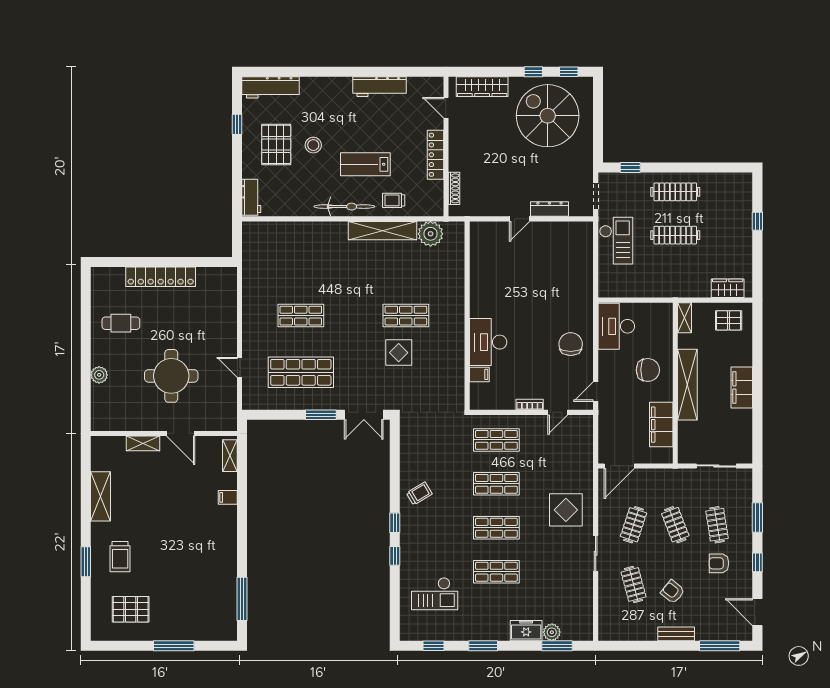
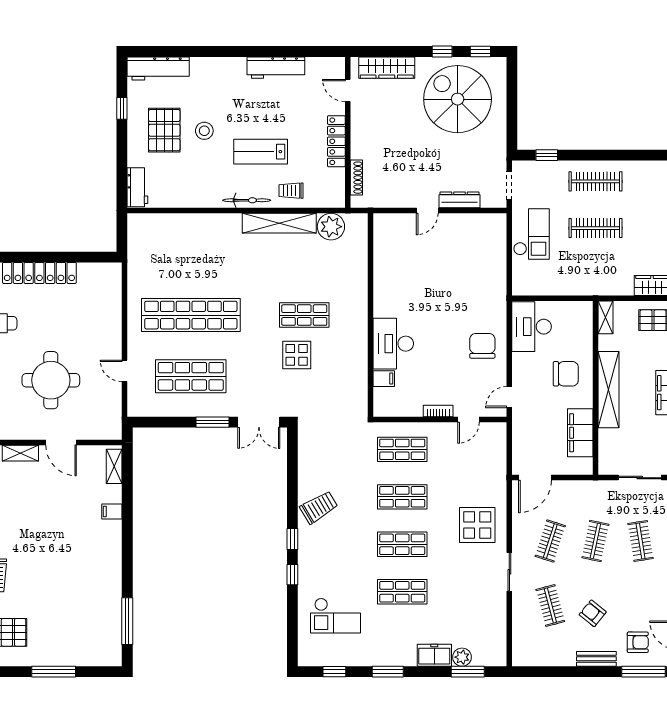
bicycle: (344, 207) -> (247, 200), width x0.73, depth x0.71
shop shelf: (301, 316) -> (191, 315), width x2.00, depth x1.36
trolley: (419, 493) -> (319, 507), width x1.36, depth x1.39
clothes rail: (675, 525) -> (595, 541), turned 33
armchair: (719, 563) -> (638, 642), moved, turned 180

